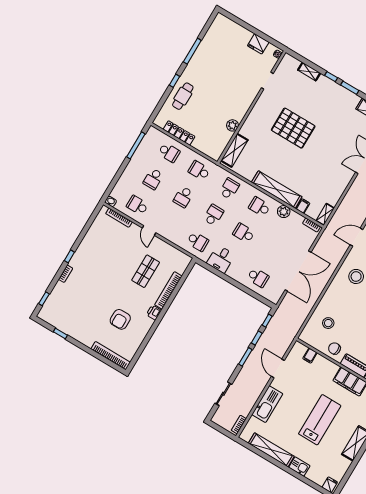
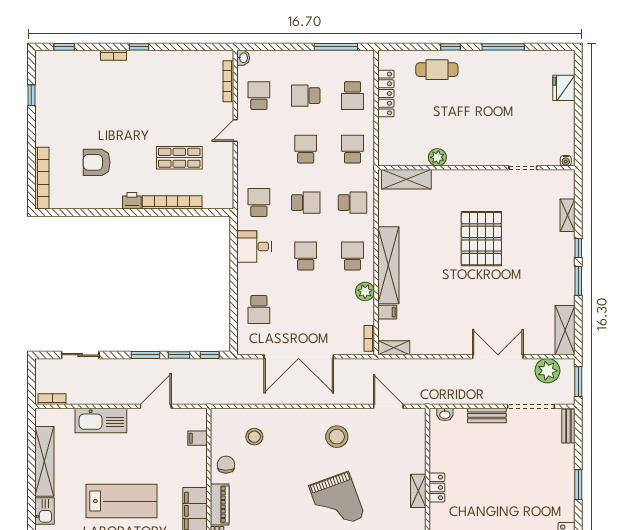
fridge: (258, 44) -> (564, 88), moved
school desk: (183, 197) -> (306, 149), turned 90
school desk: (198, 241) -> (259, 203), turned 180

